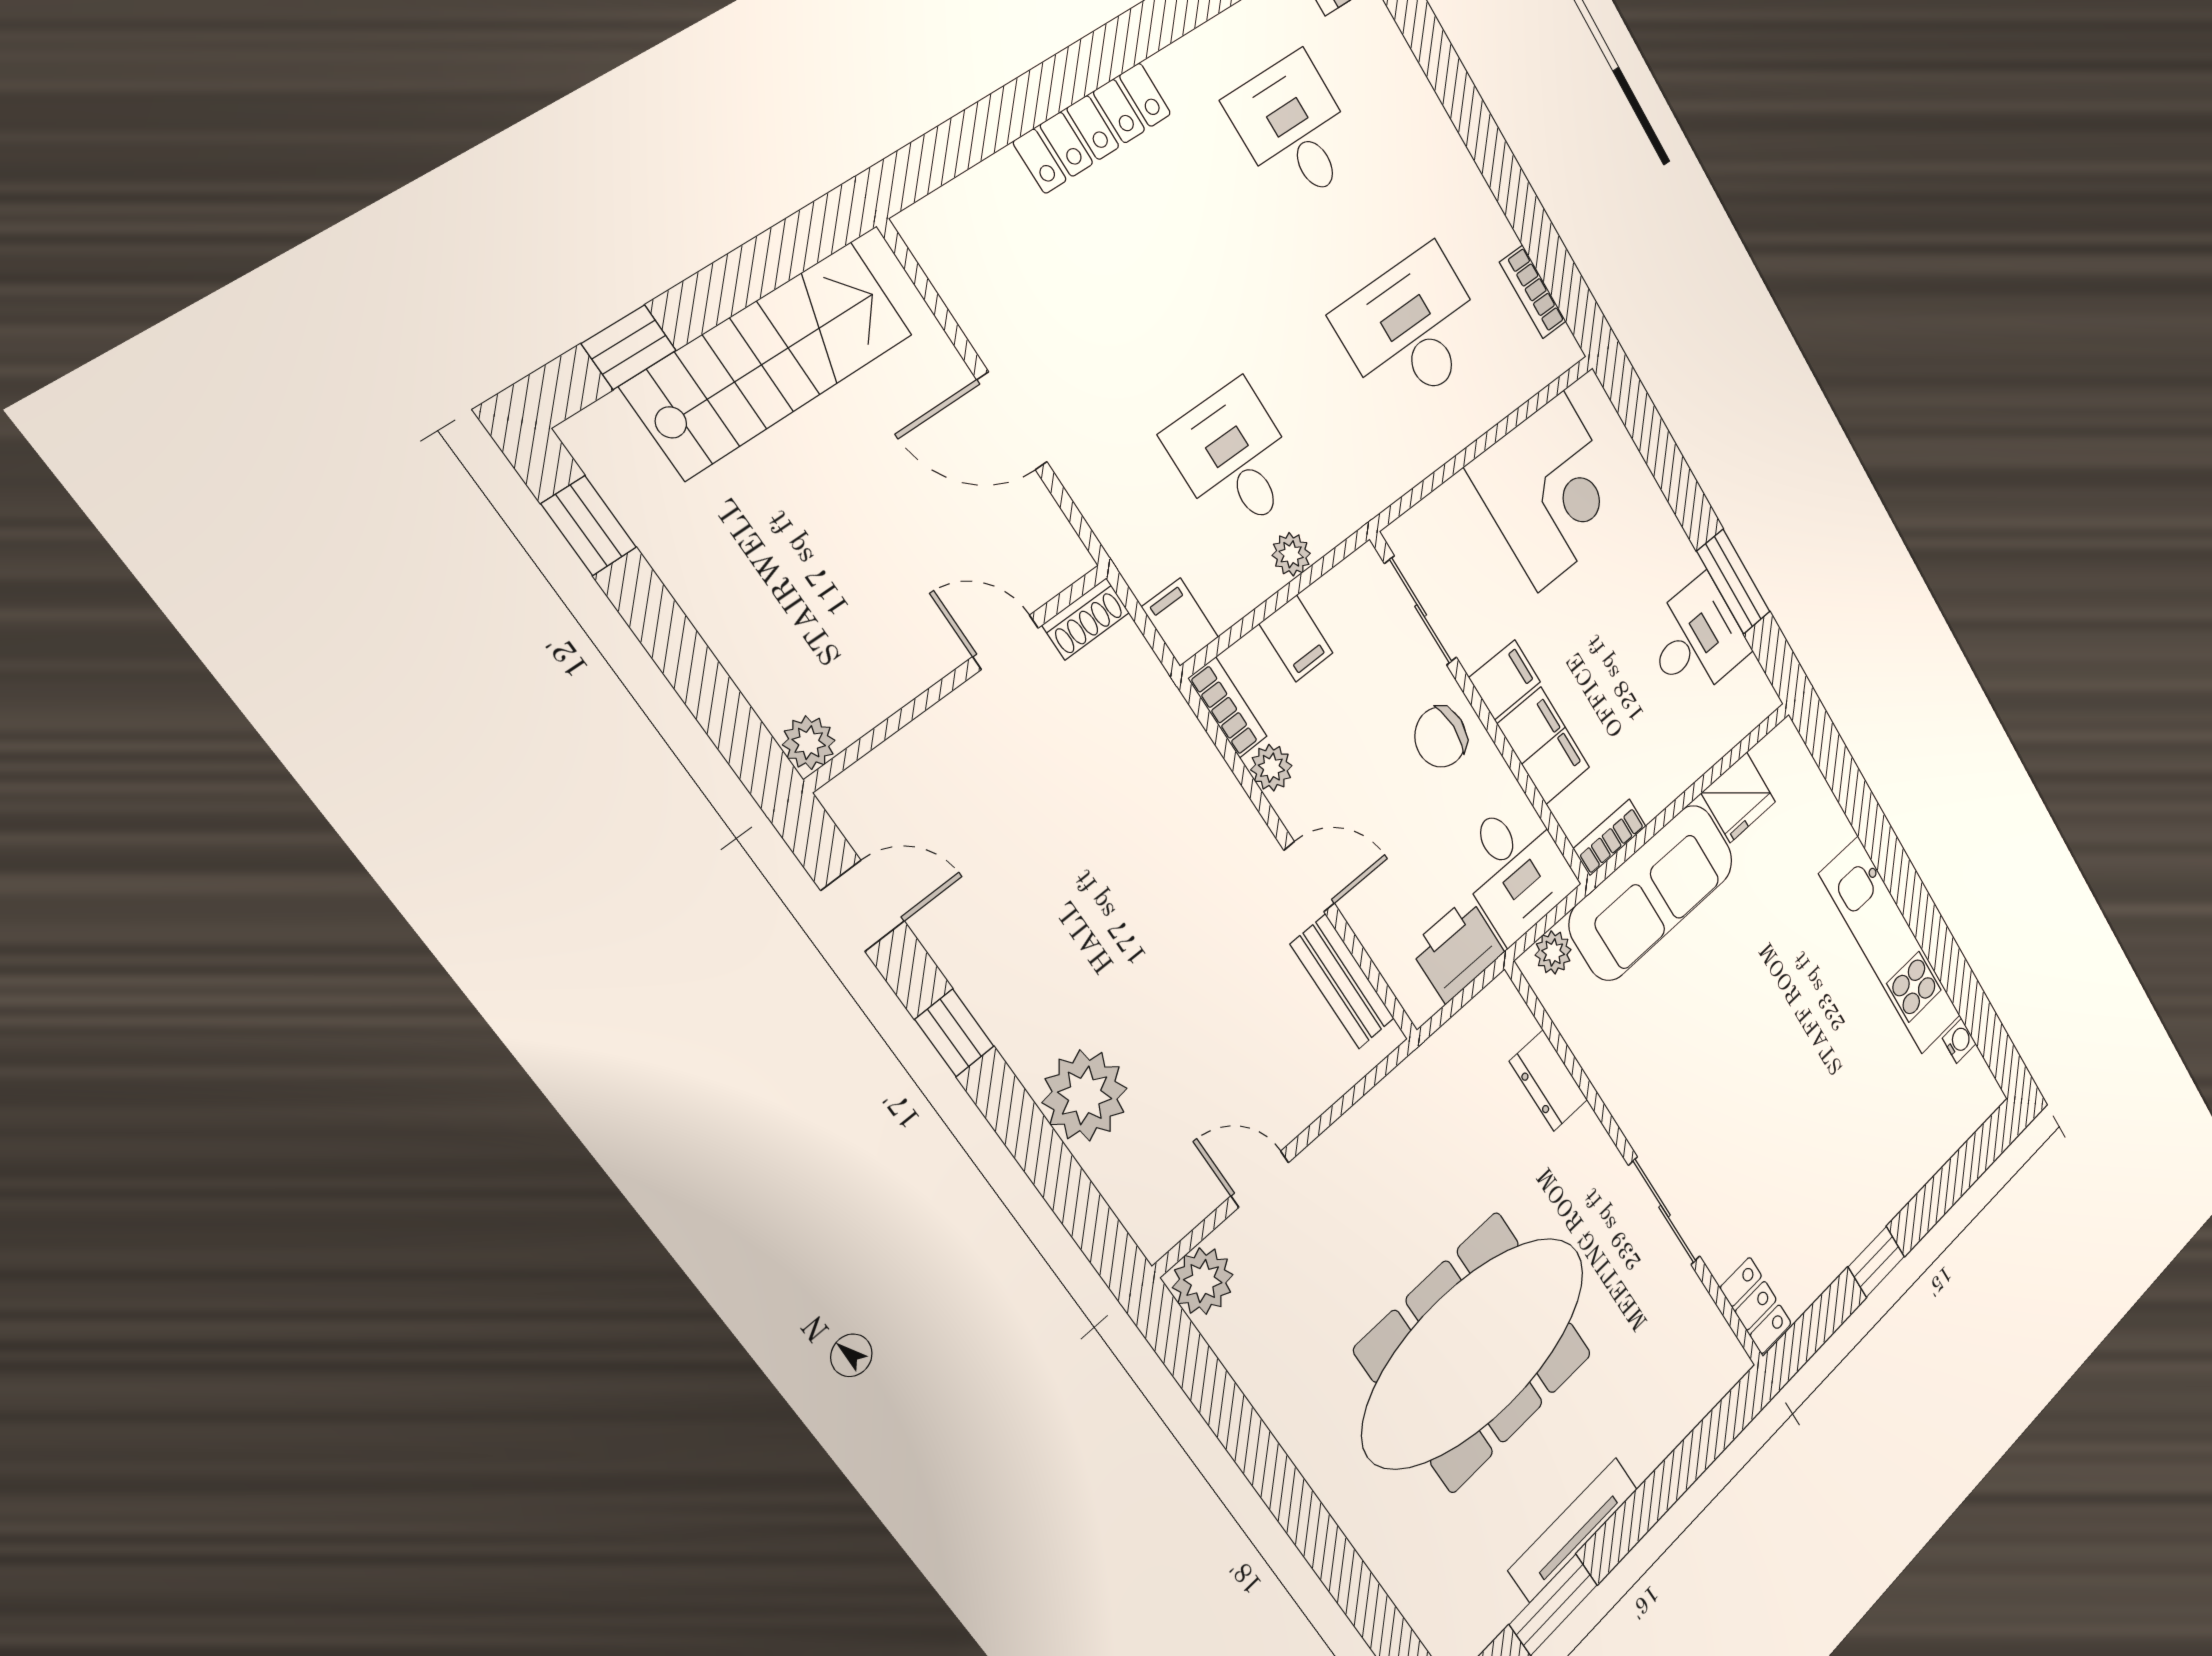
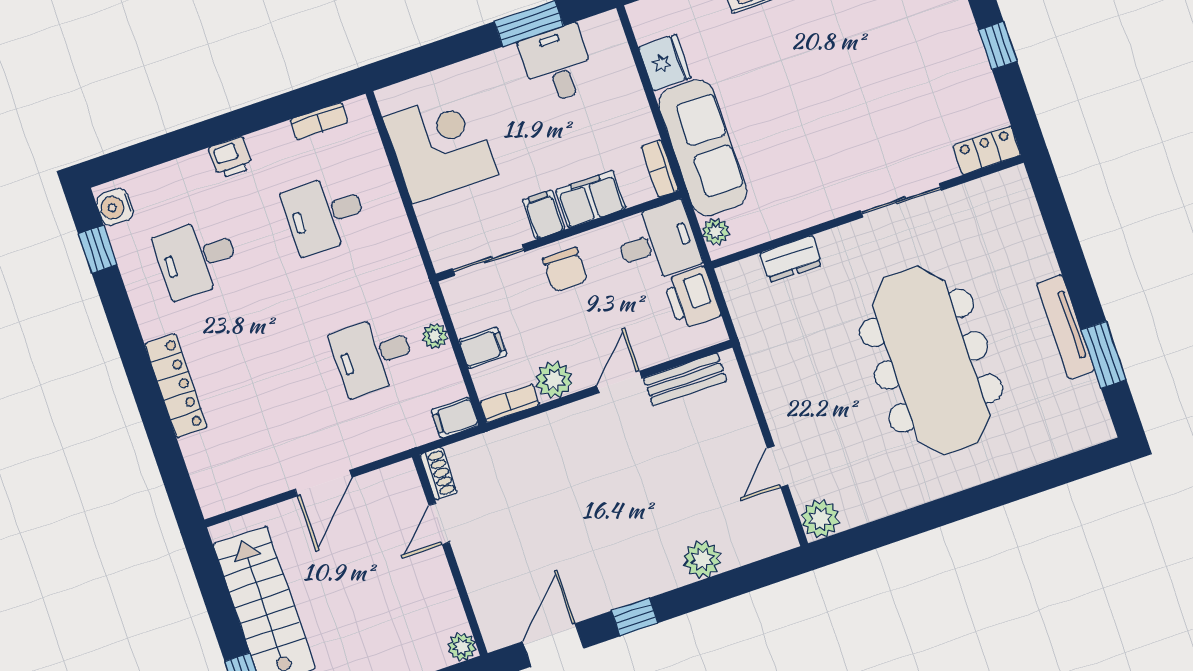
printer: (1448, 160) -> (231, 158), added
desk: (1412, 330) -> (325, 214), width x0.73
plant: (1271, 768) -> (554, 380), width x1.38, depth x1.38
door: (863, 906) -> (553, 645), width x1.38
plant: (1085, 1095) -> (702, 560), width x0.73, depth x0.73

